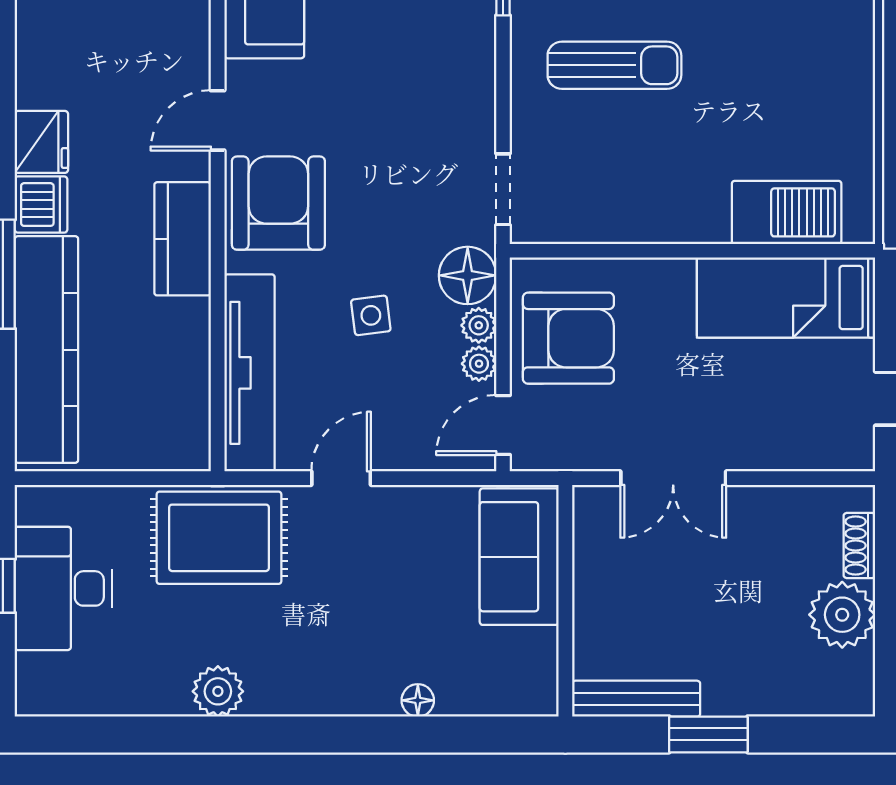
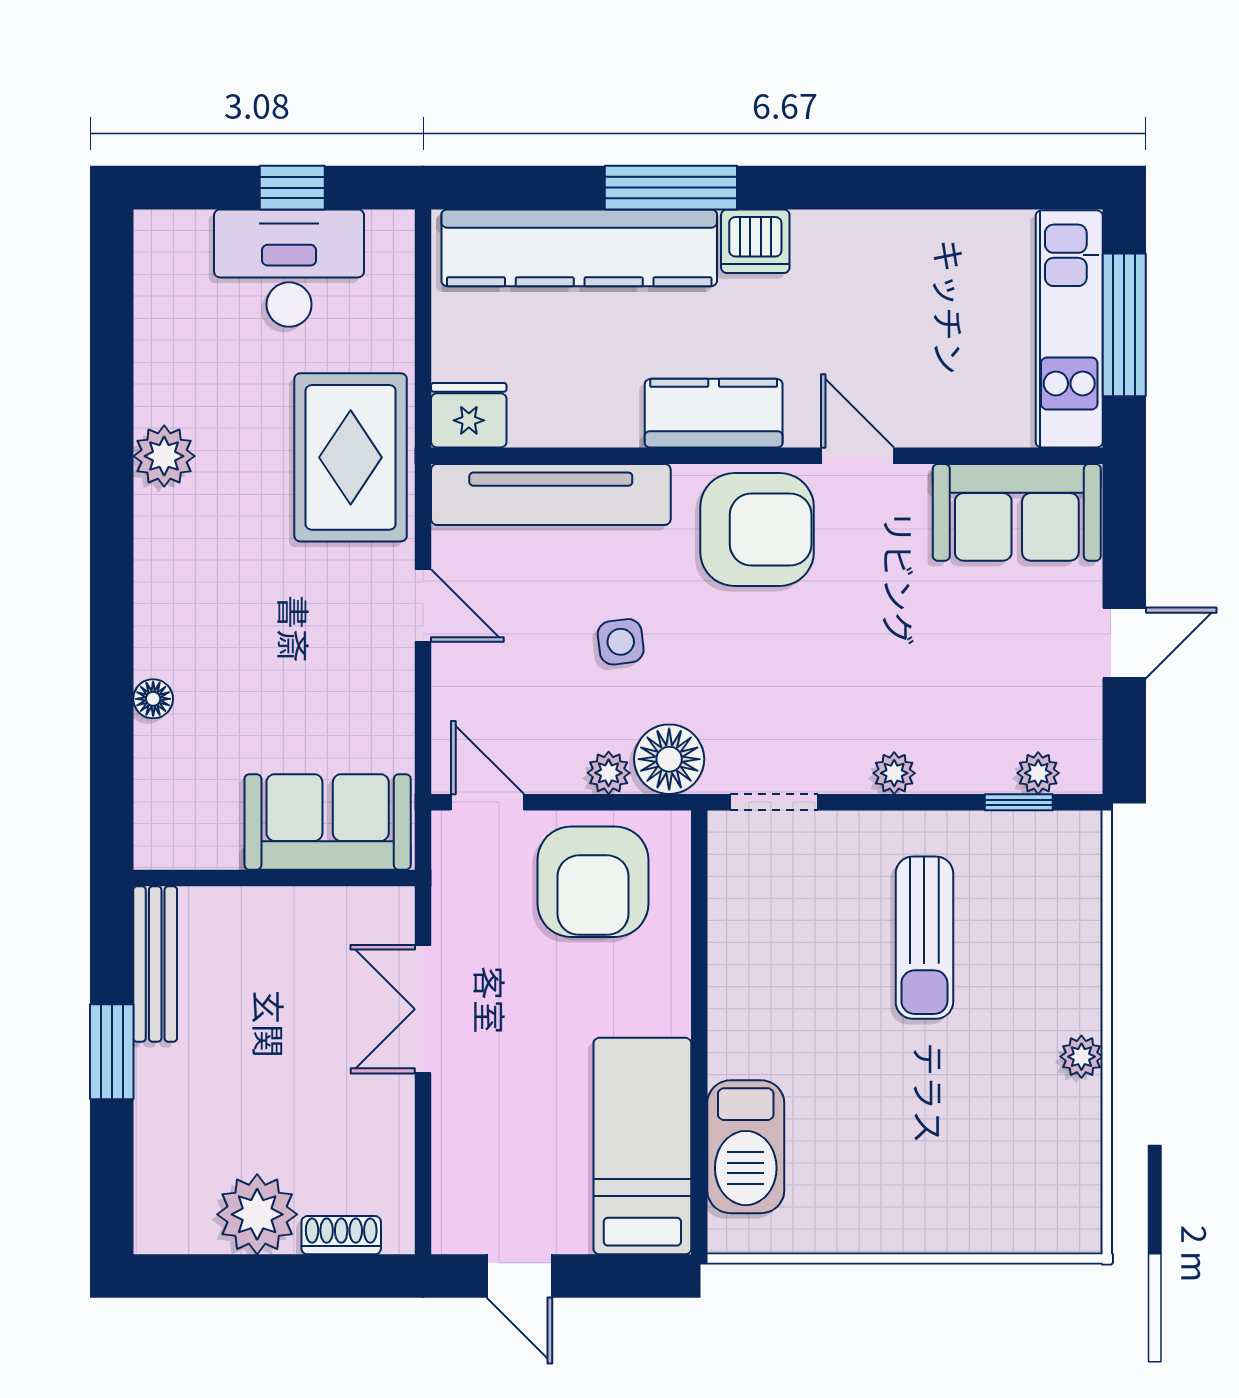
fridge: (41, 142) -> (469, 415), moved, turned 180
plant: (479, 364) -> (894, 773), moved

